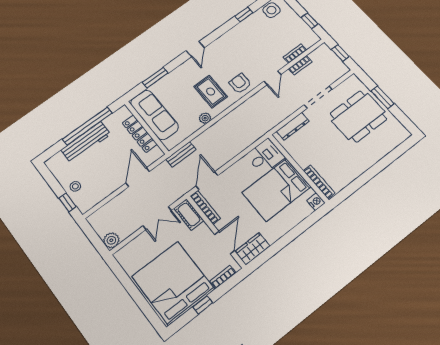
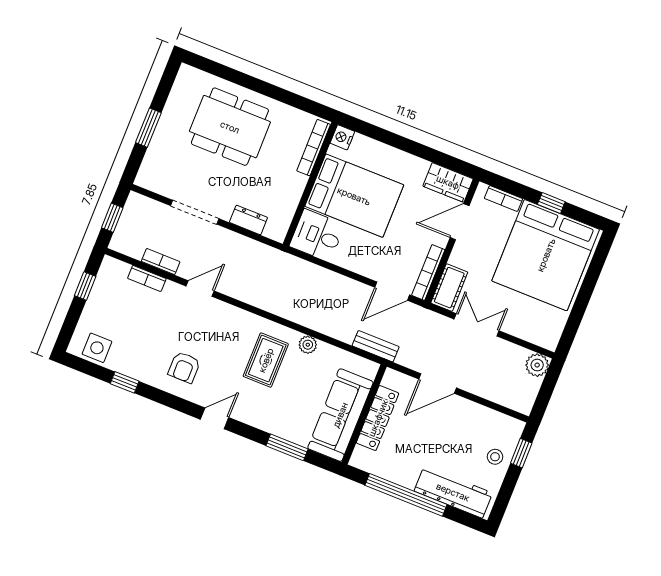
armchair: (240, 83) -> (184, 367), moved
dining table: (358, 116) -> (230, 127), moved
dresser: (293, 126) -> (248, 220), width x0.70
workbench: (86, 142) -> (453, 492), moved

